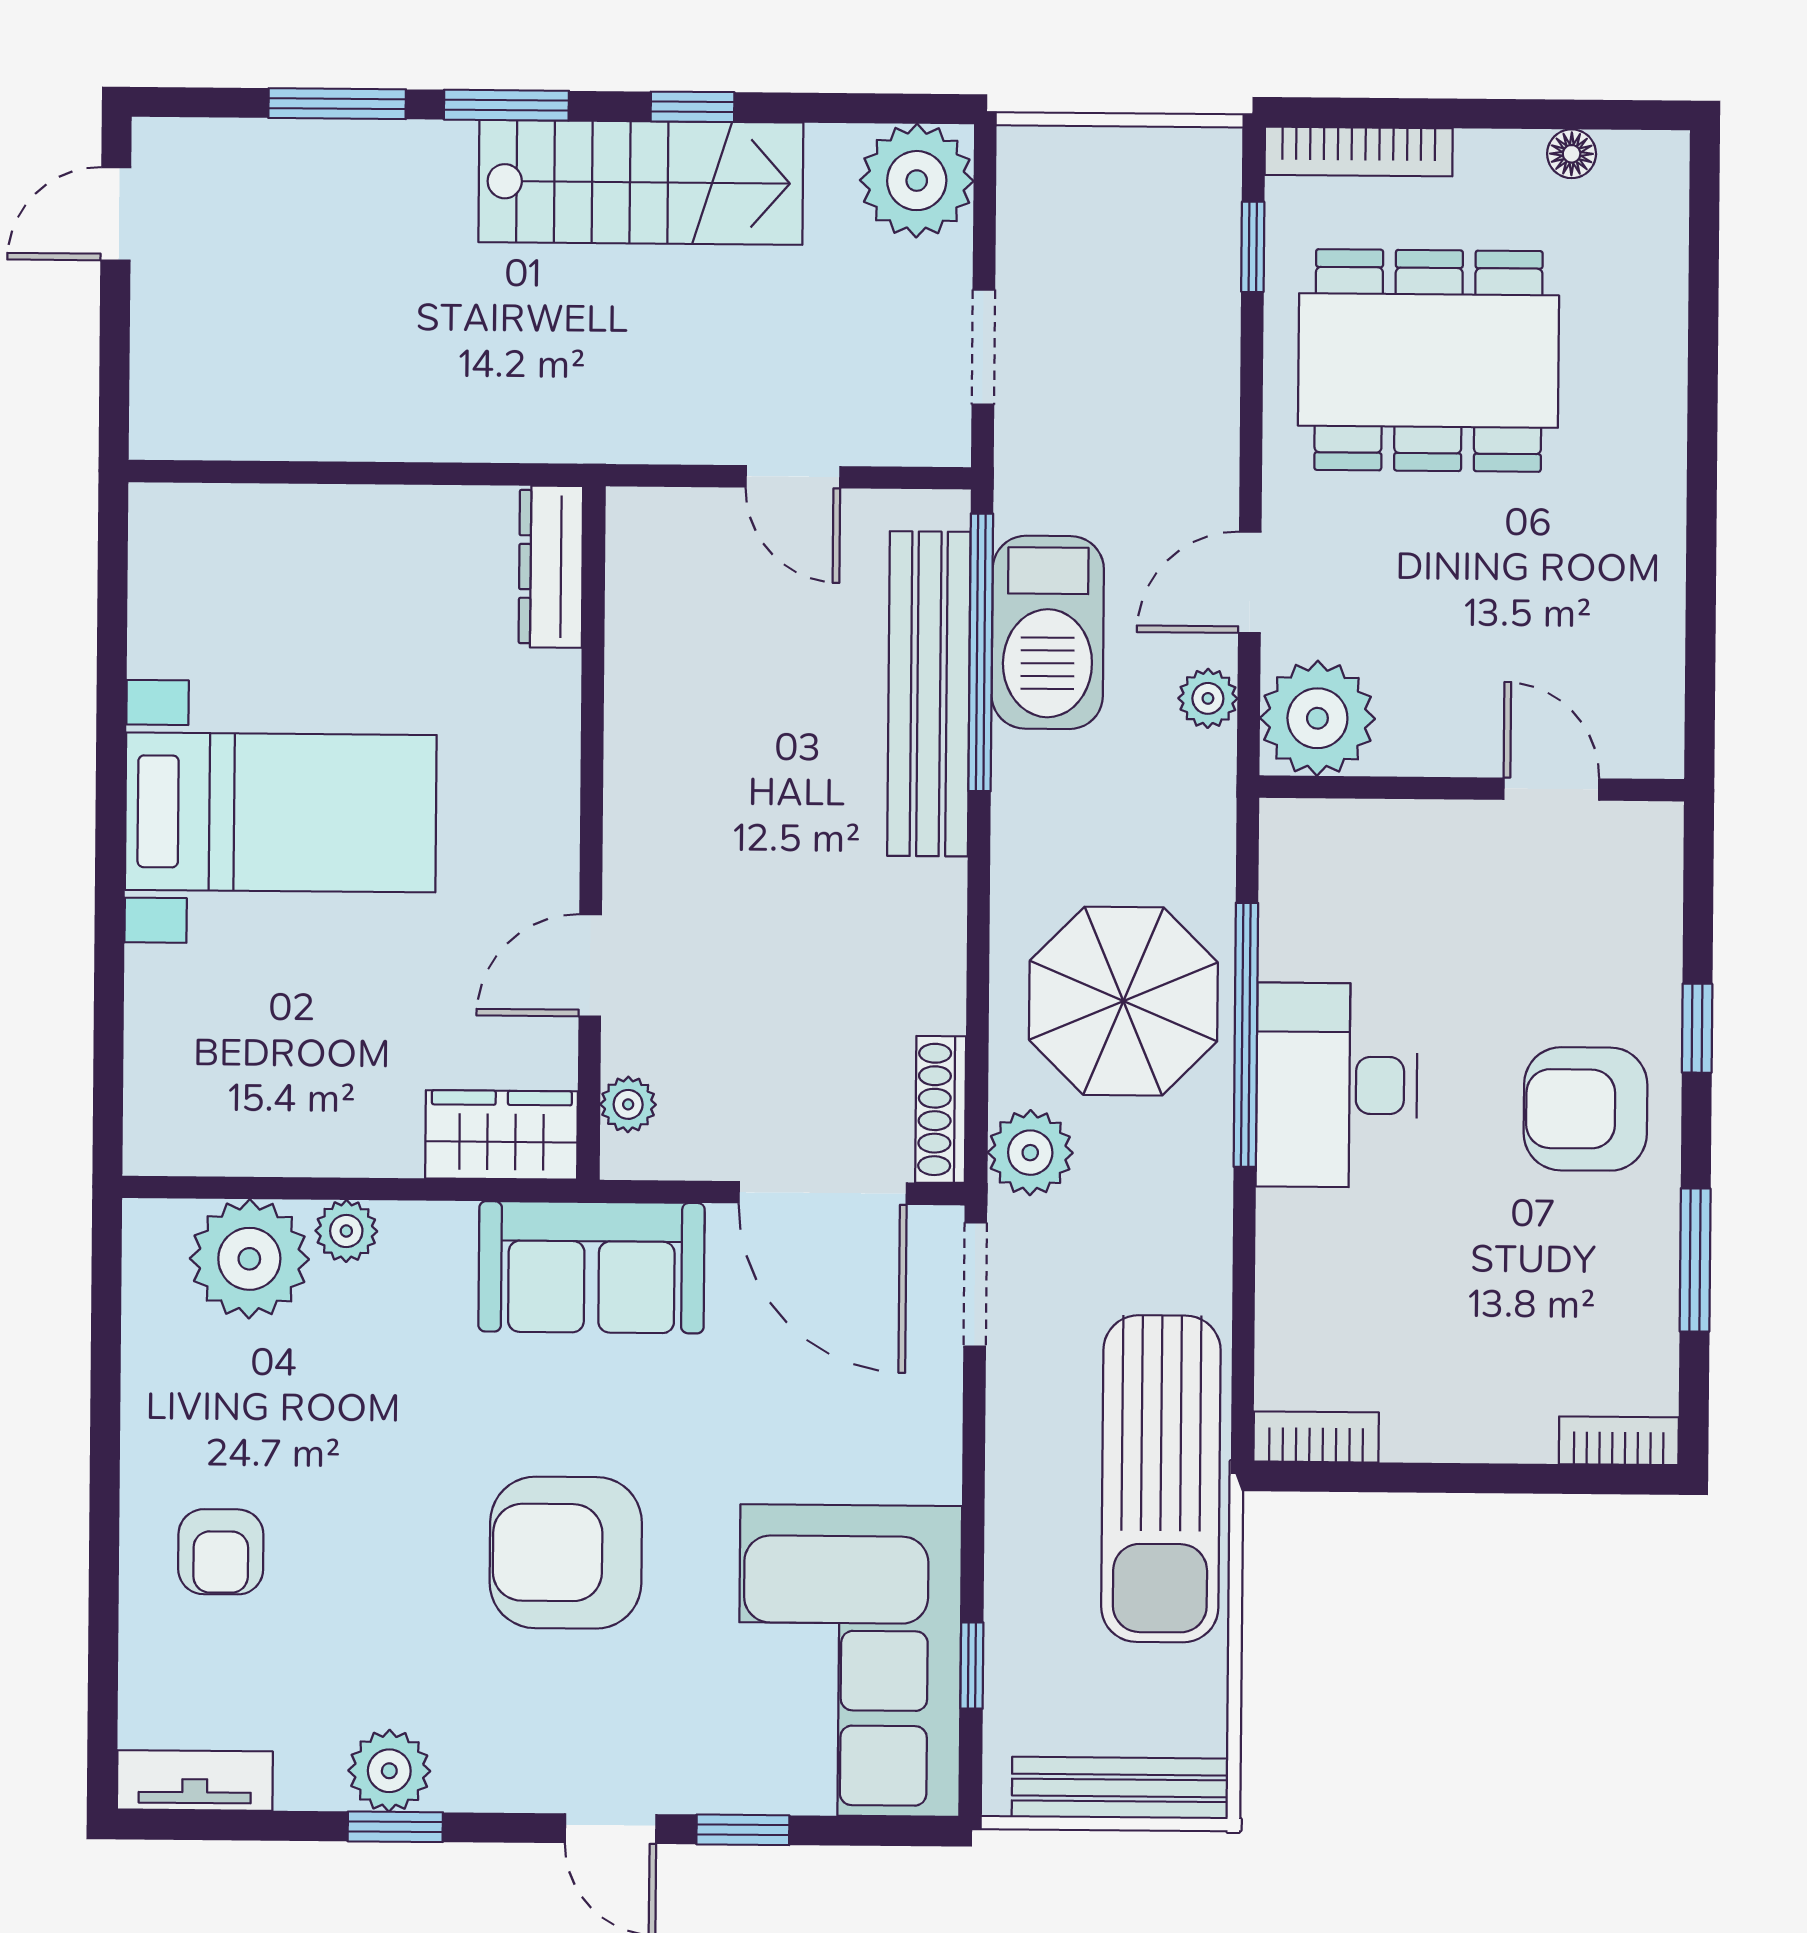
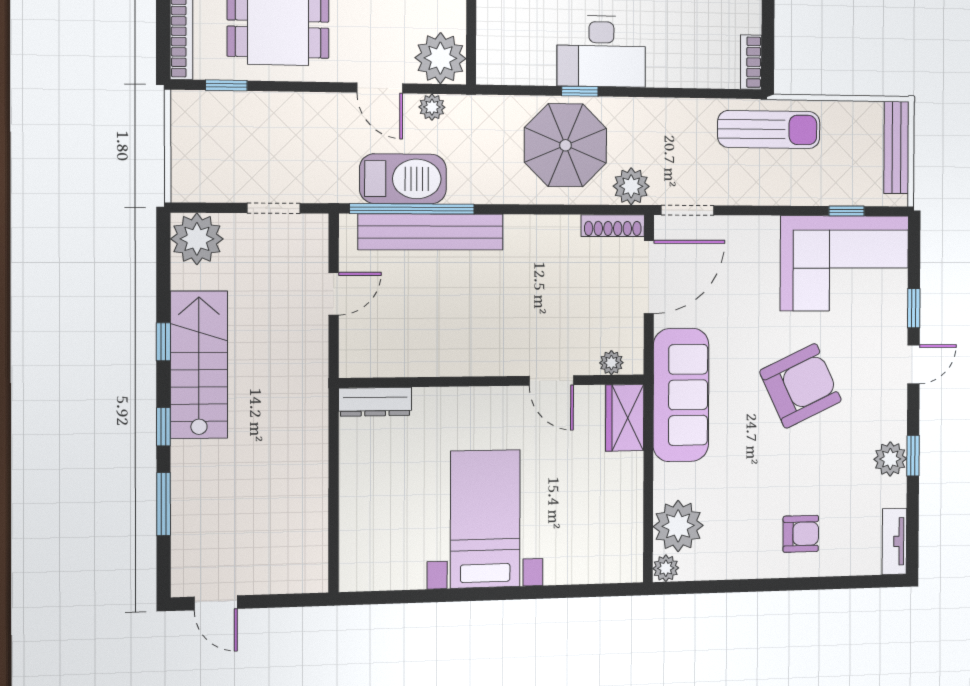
window: (506, 105) -> (163, 427), width x0.67
window: (1246, 1035) -> (580, 91), width x0.32
plant: (346, 1231) -> (666, 568), moved
sofa: (592, 1267) -> (681, 395), width x1.36
sun lounger: (1161, 1479) -> (769, 129), width x0.73, depth x0.75
armchair: (566, 1553) -> (801, 386), turned -115

